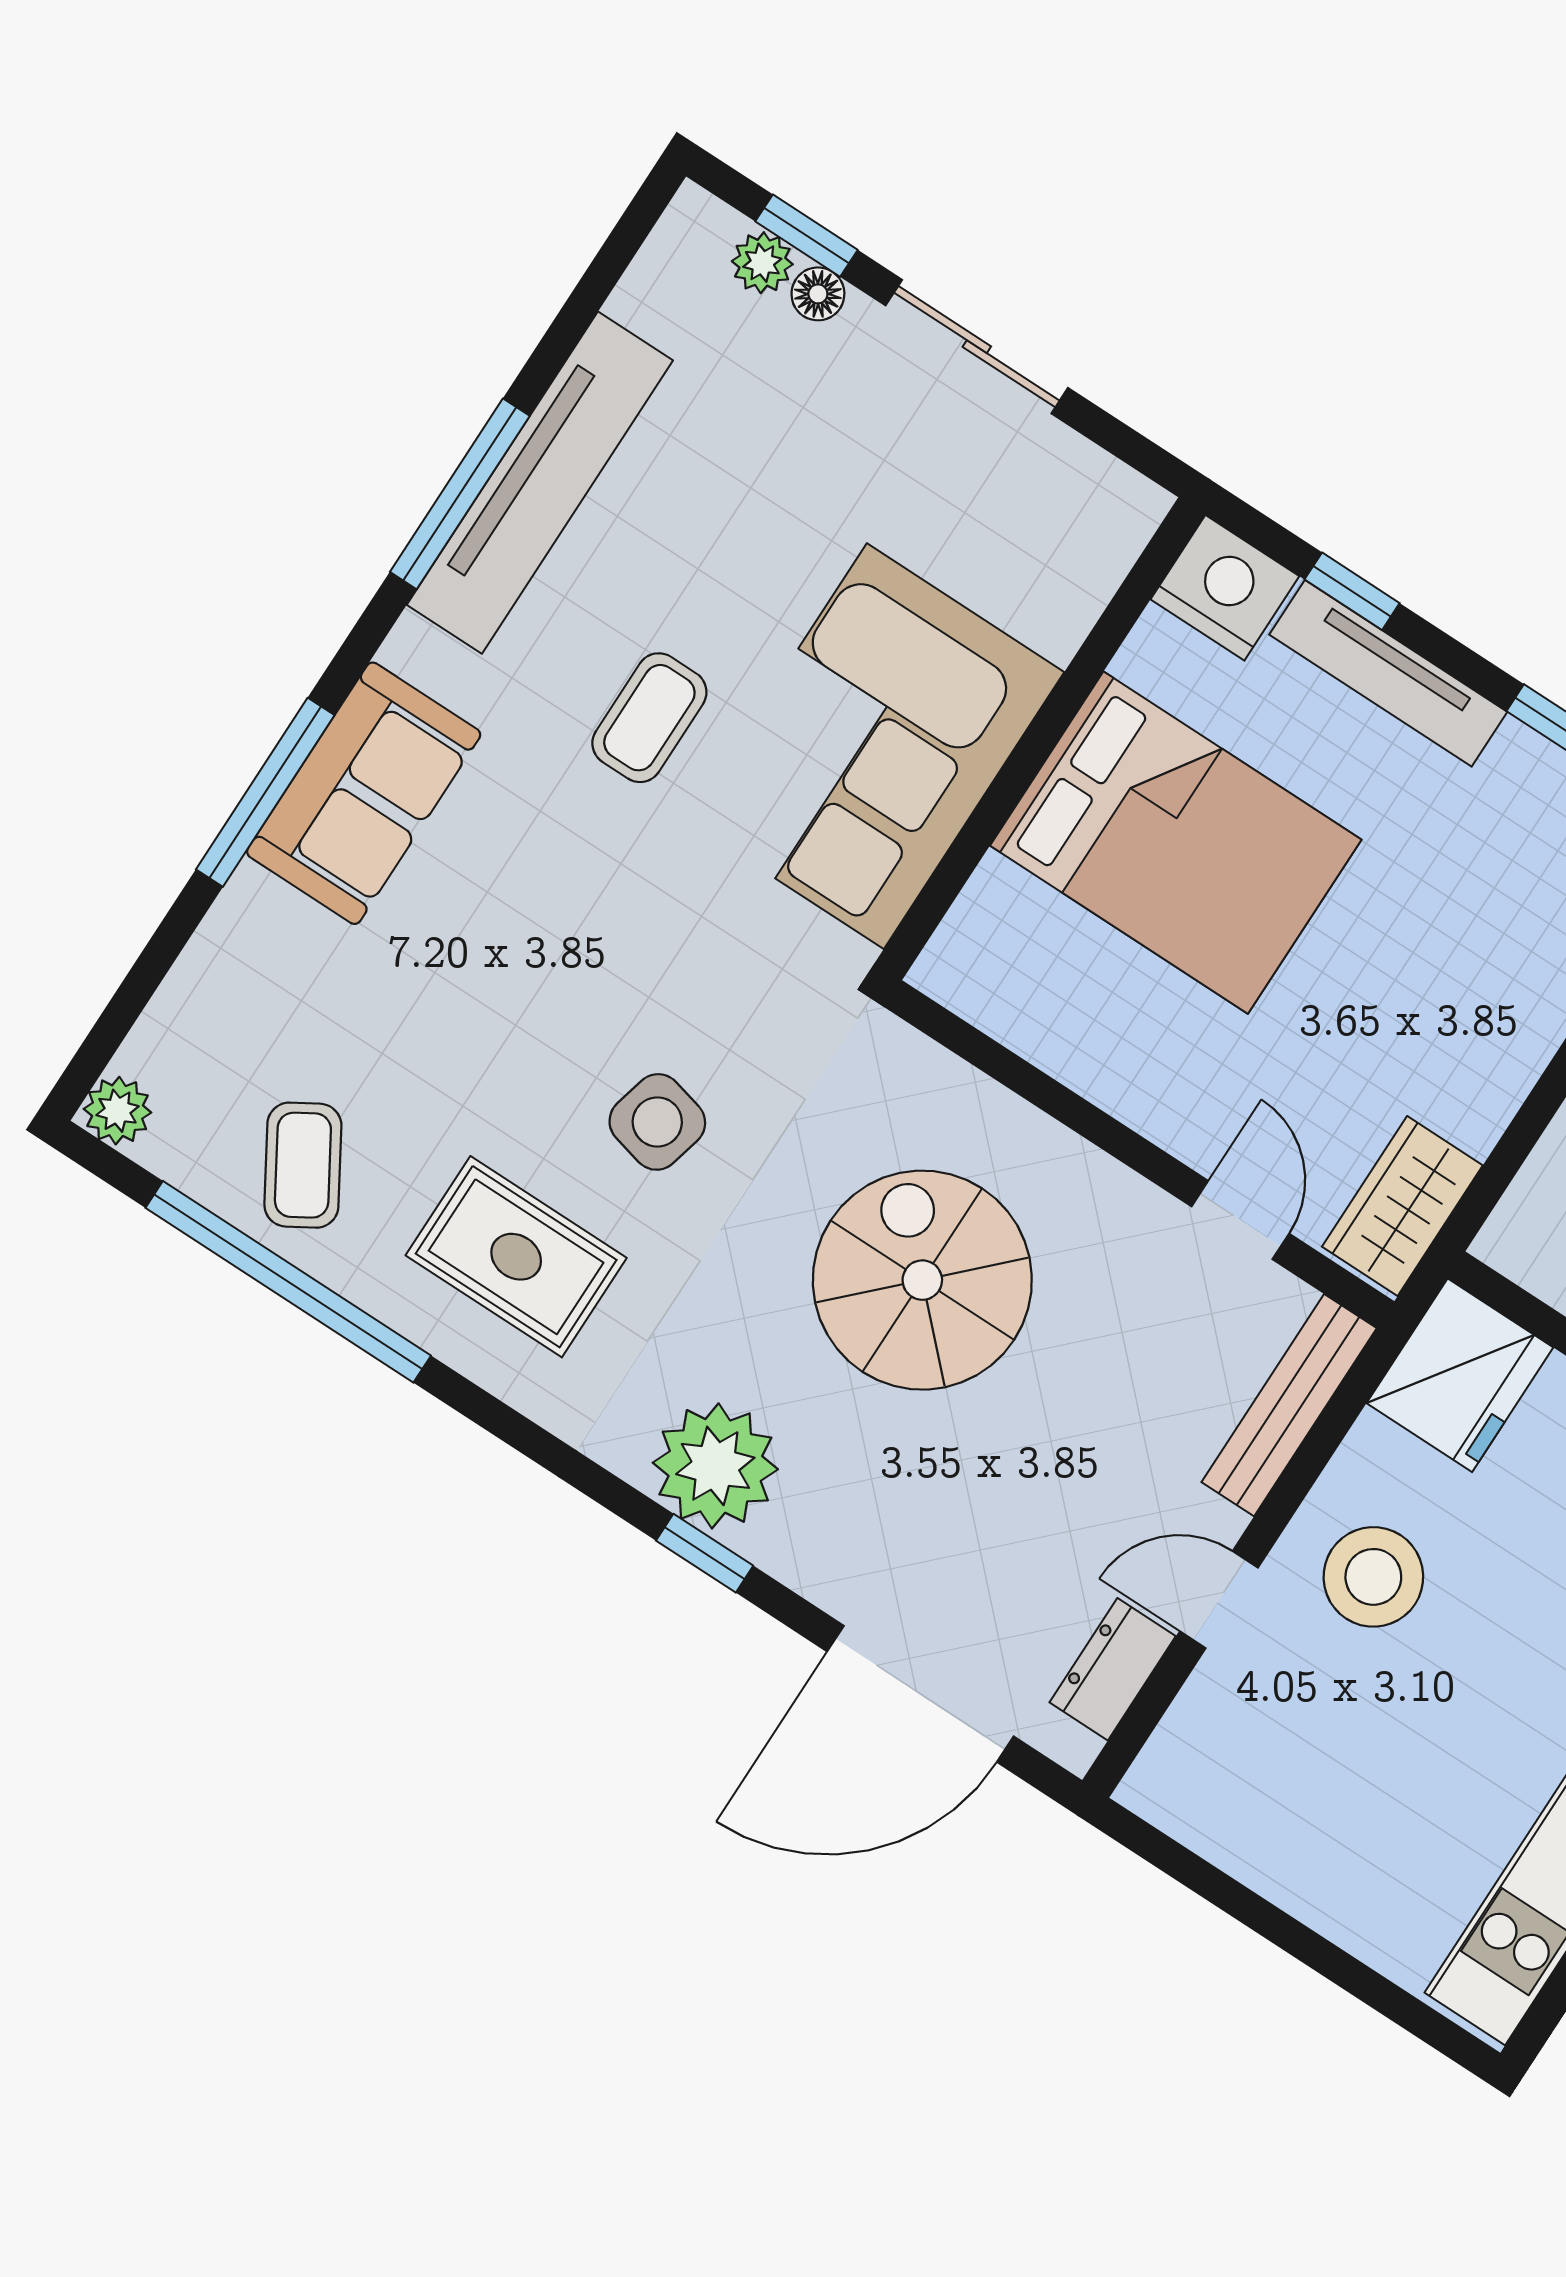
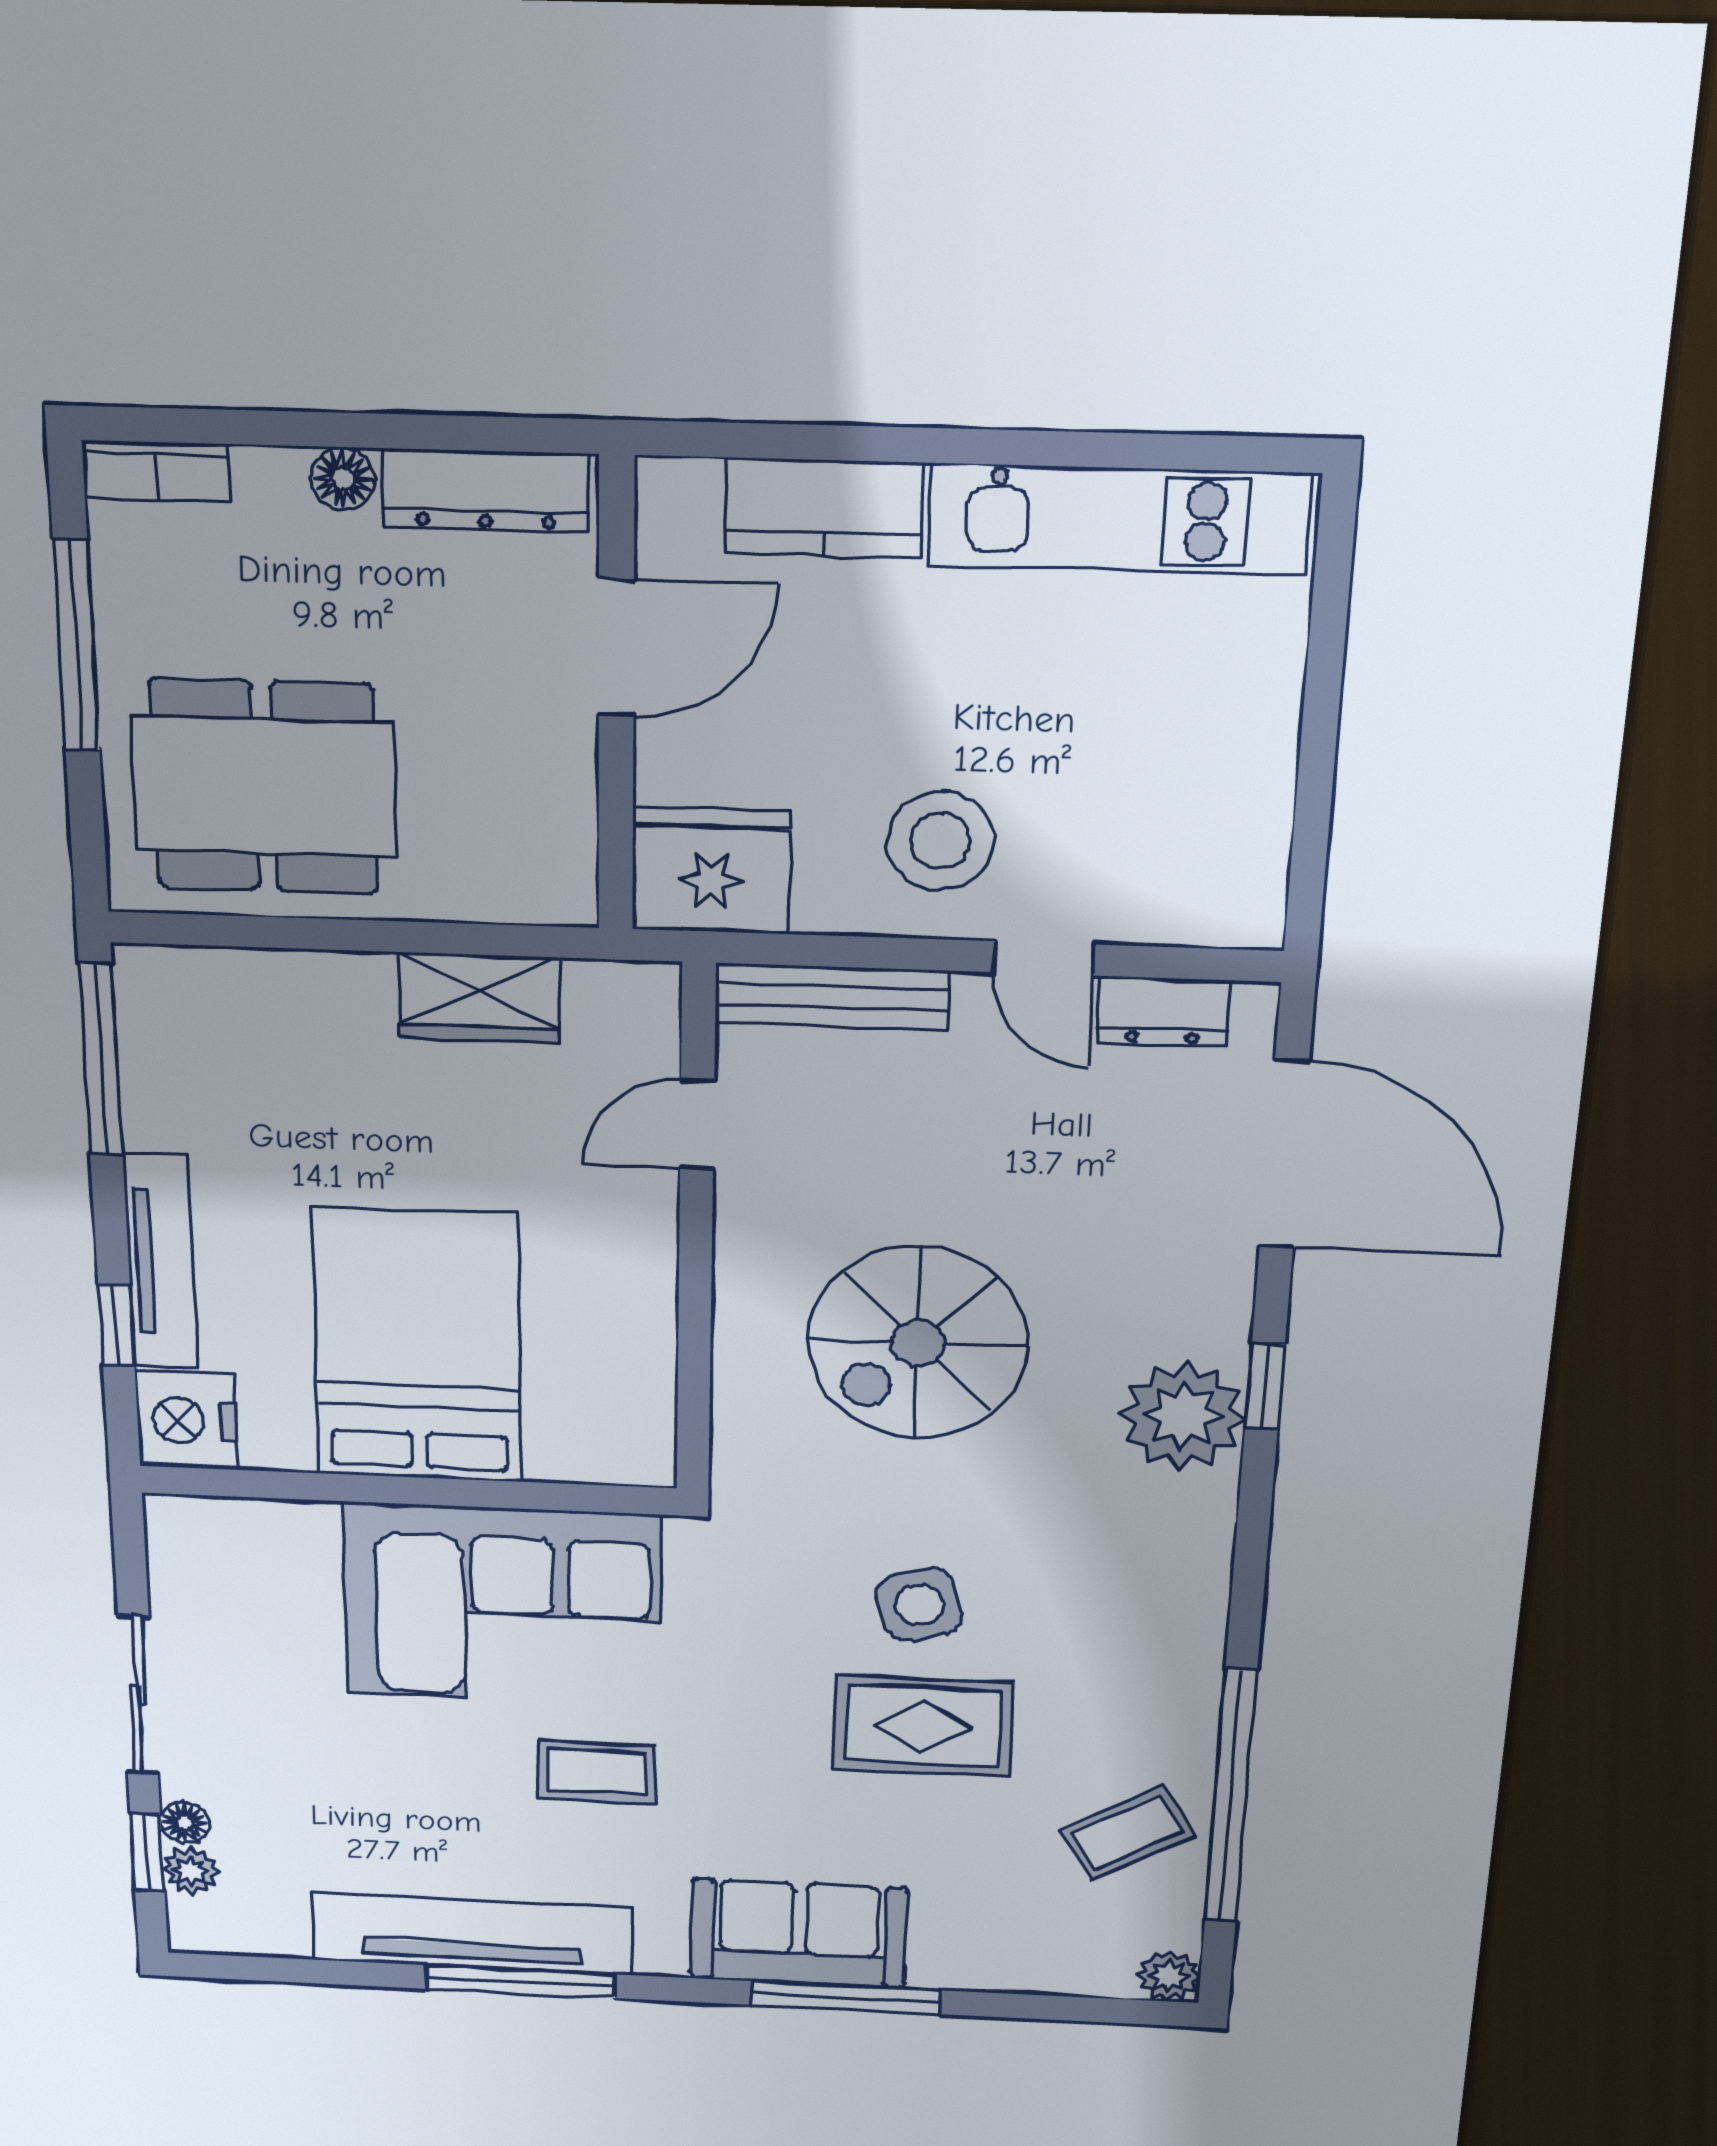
side table: (657, 1122) -> (919, 1605), turned -30
wardrobe: (1402, 1206) -> (479, 998), moved
rug: (516, 1257) -> (923, 1726), moved, turned 90

